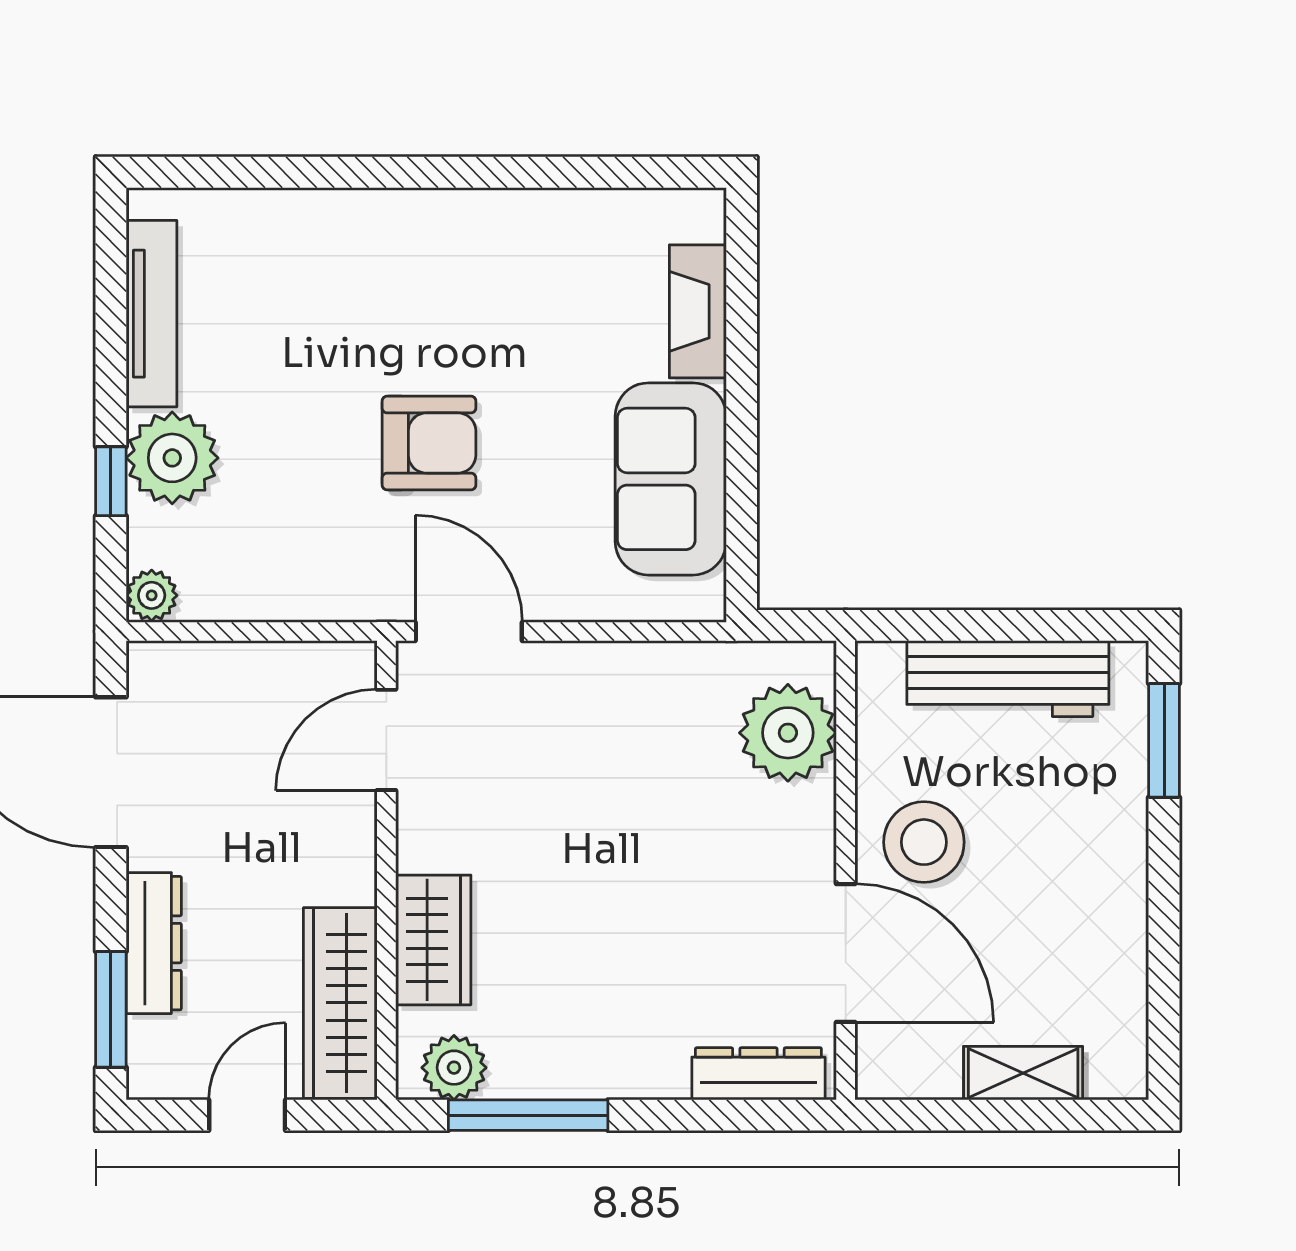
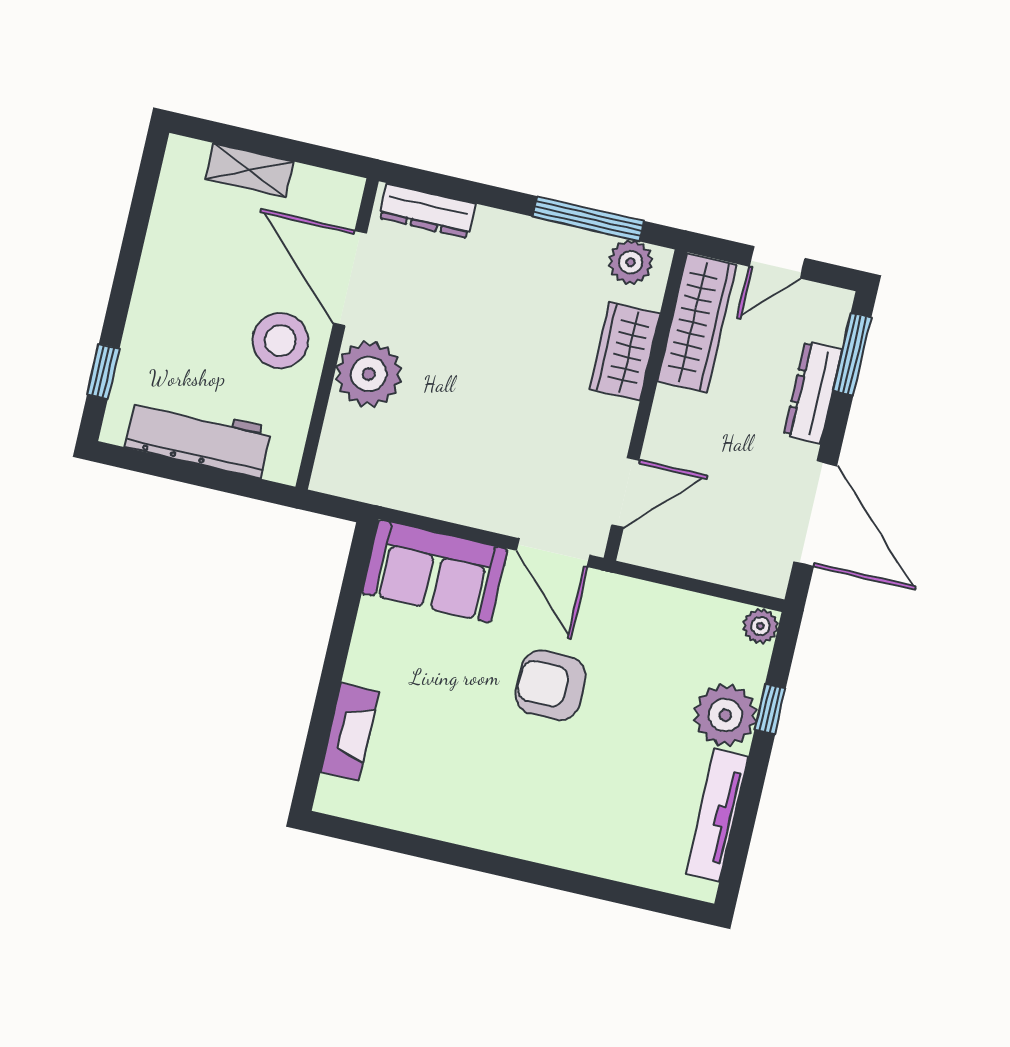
sofa: (671, 479) -> (435, 571), moved, turned 90
plant: (788, 733) -> (369, 374), moved
window: (1164, 740) -> (103, 372), width x0.67

